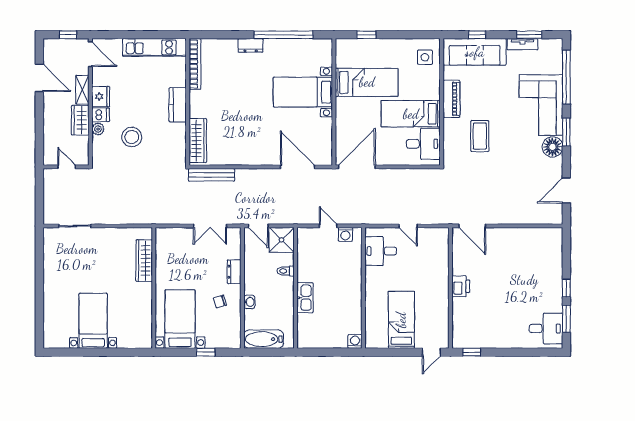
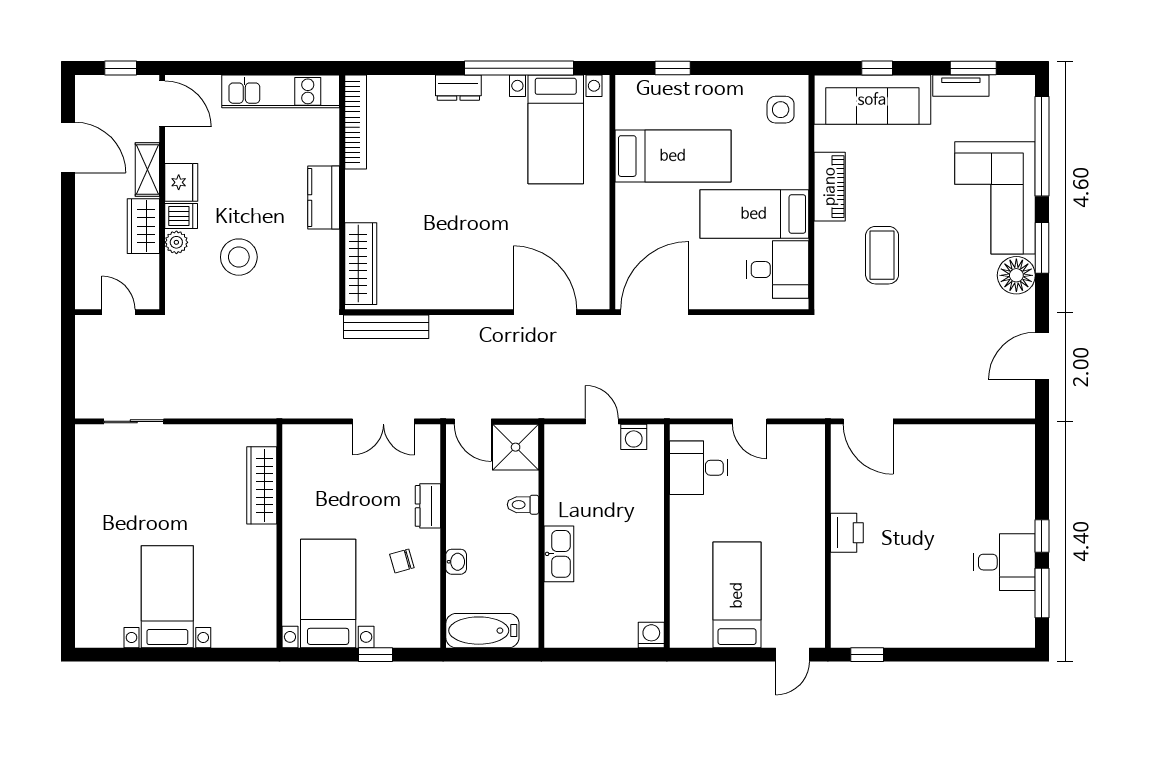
bed with nightstands: (303, 92) -> (556, 129), moved, turned -90
desk: (546, 329) -> (1004, 562), moved

